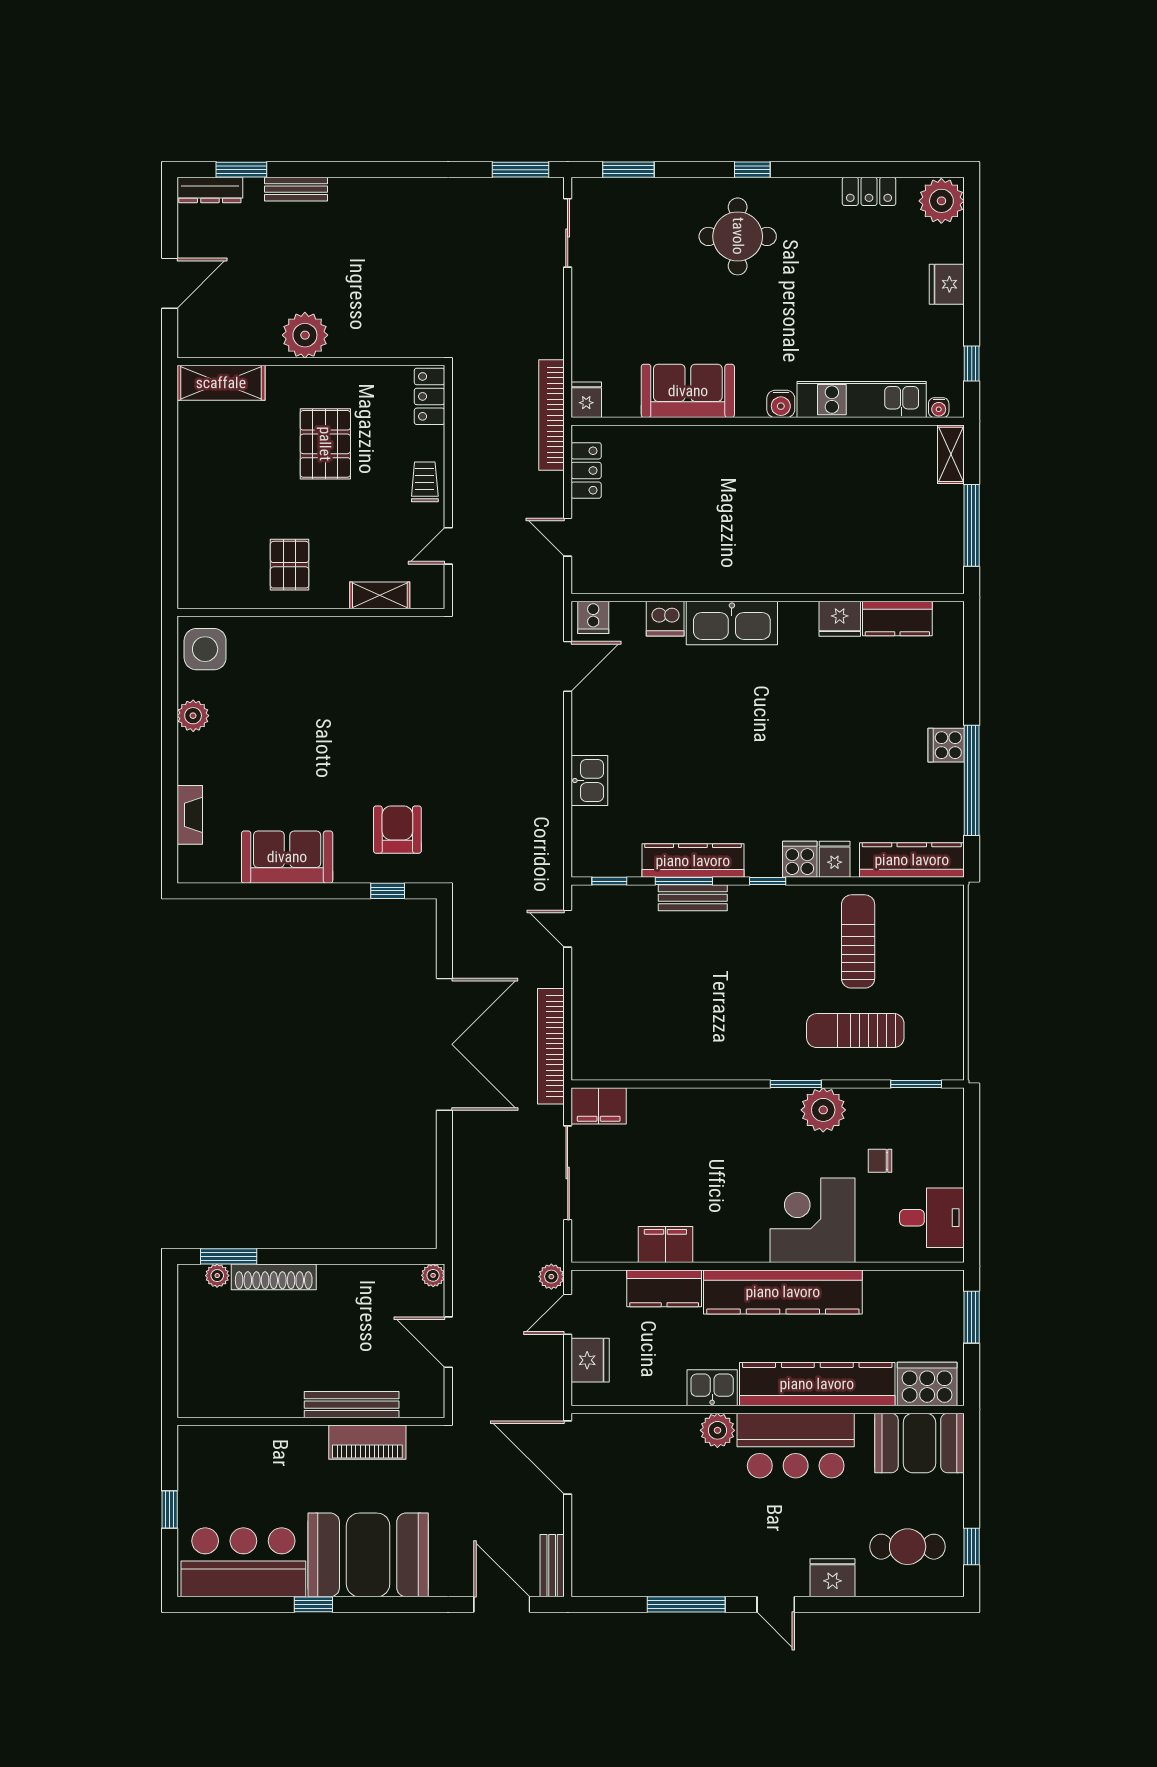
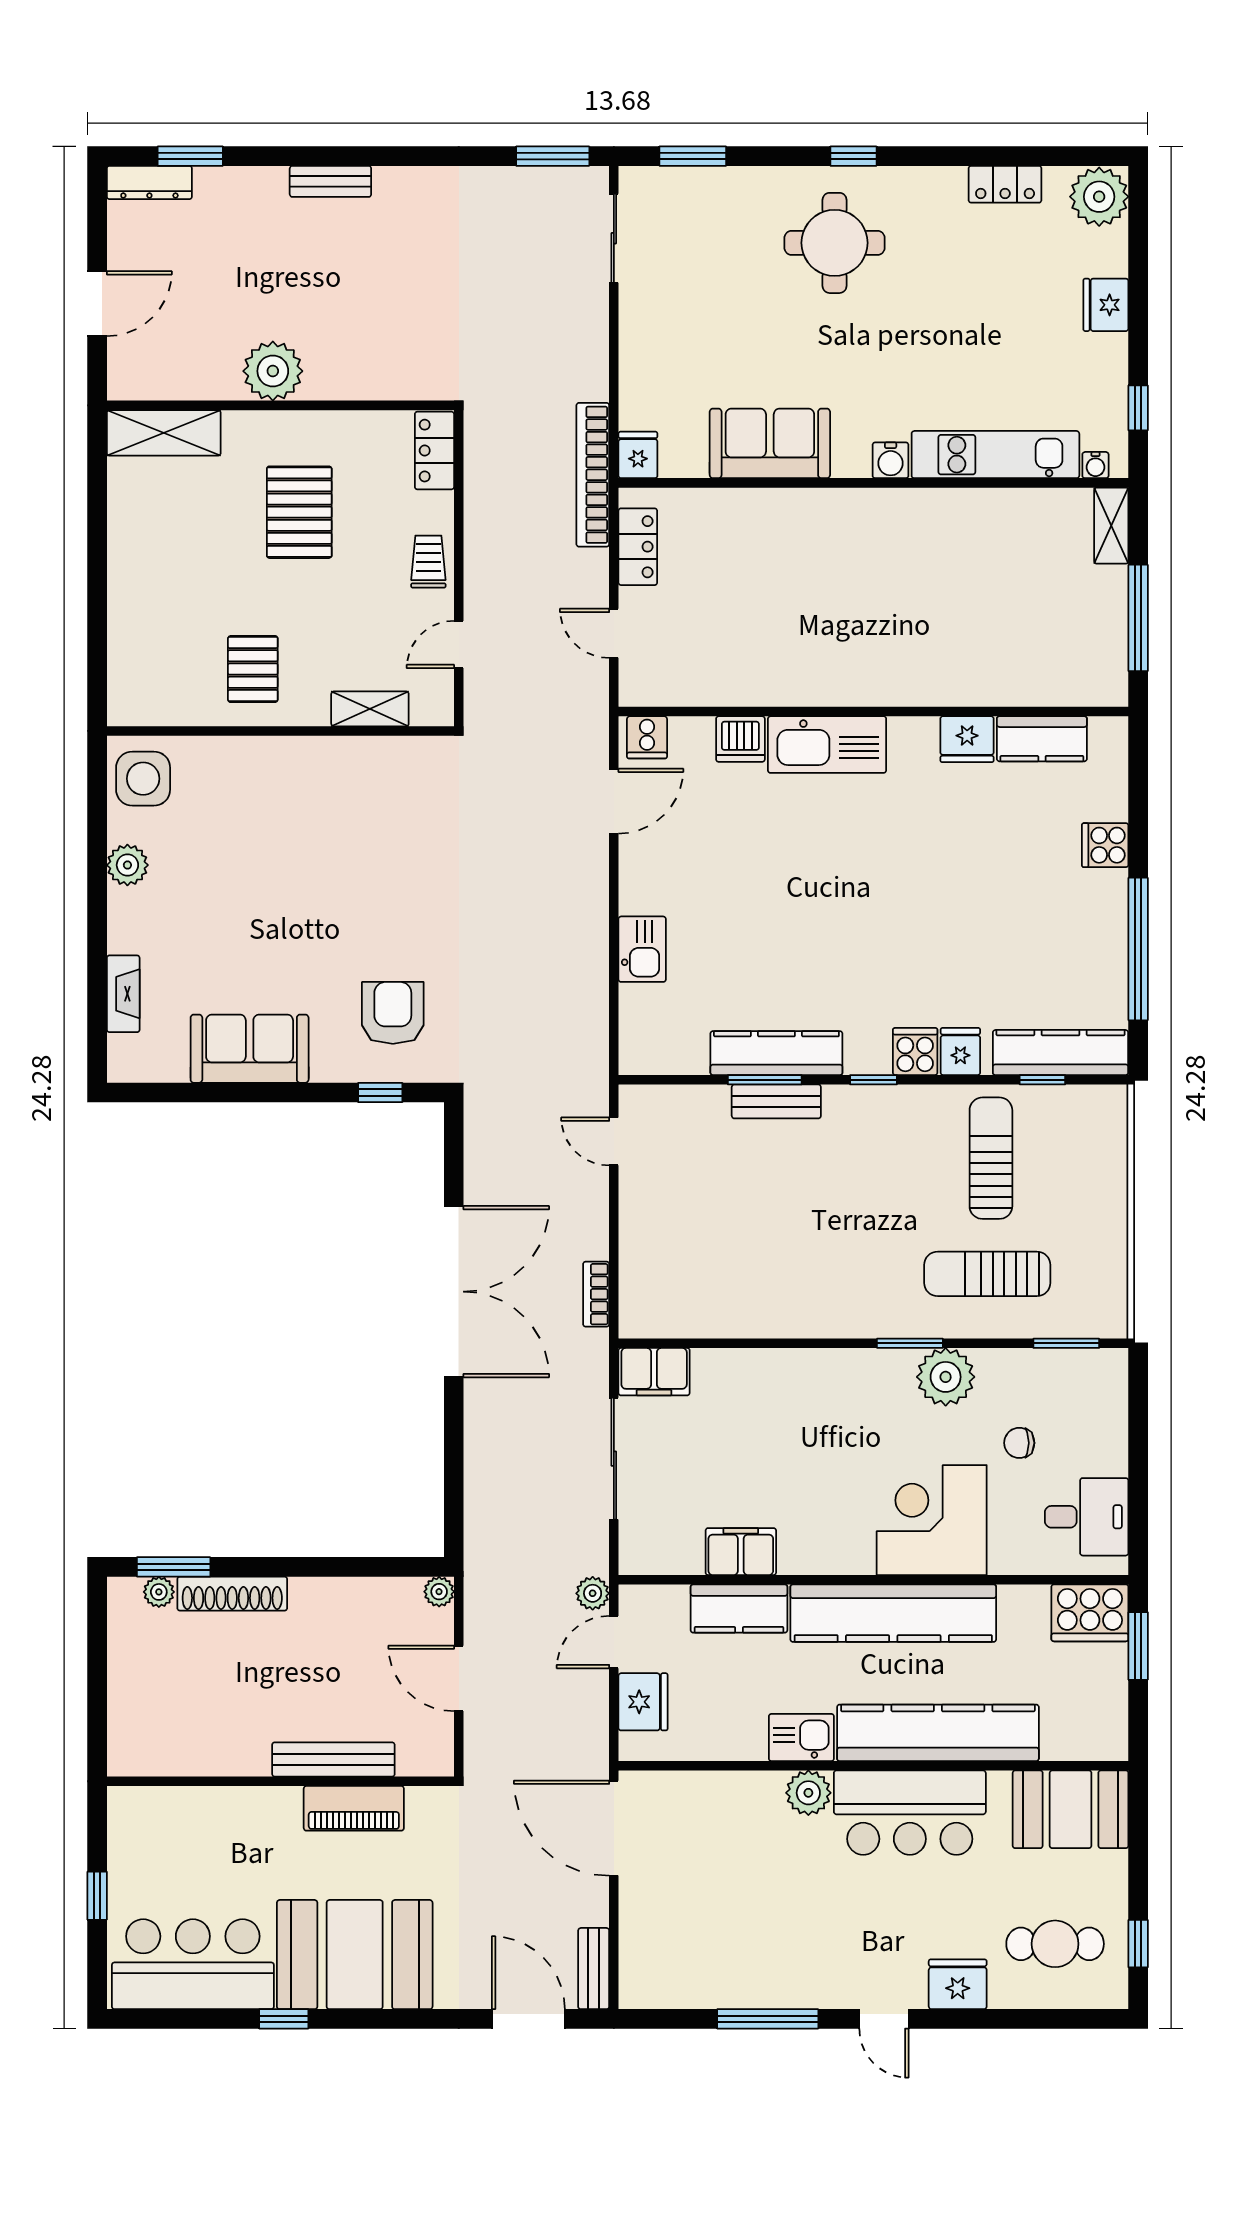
bench: (296, 189) -> (330, 181), moved
cooker: (946, 745) -> (1105, 845), moved
window: (609, 881) -> (1042, 1080), moved
bookcase: (551, 1046) -> (596, 1294), width x0.43, depth x0.76
cooker: (927, 1384) -> (1090, 1613), moved, turned 180

